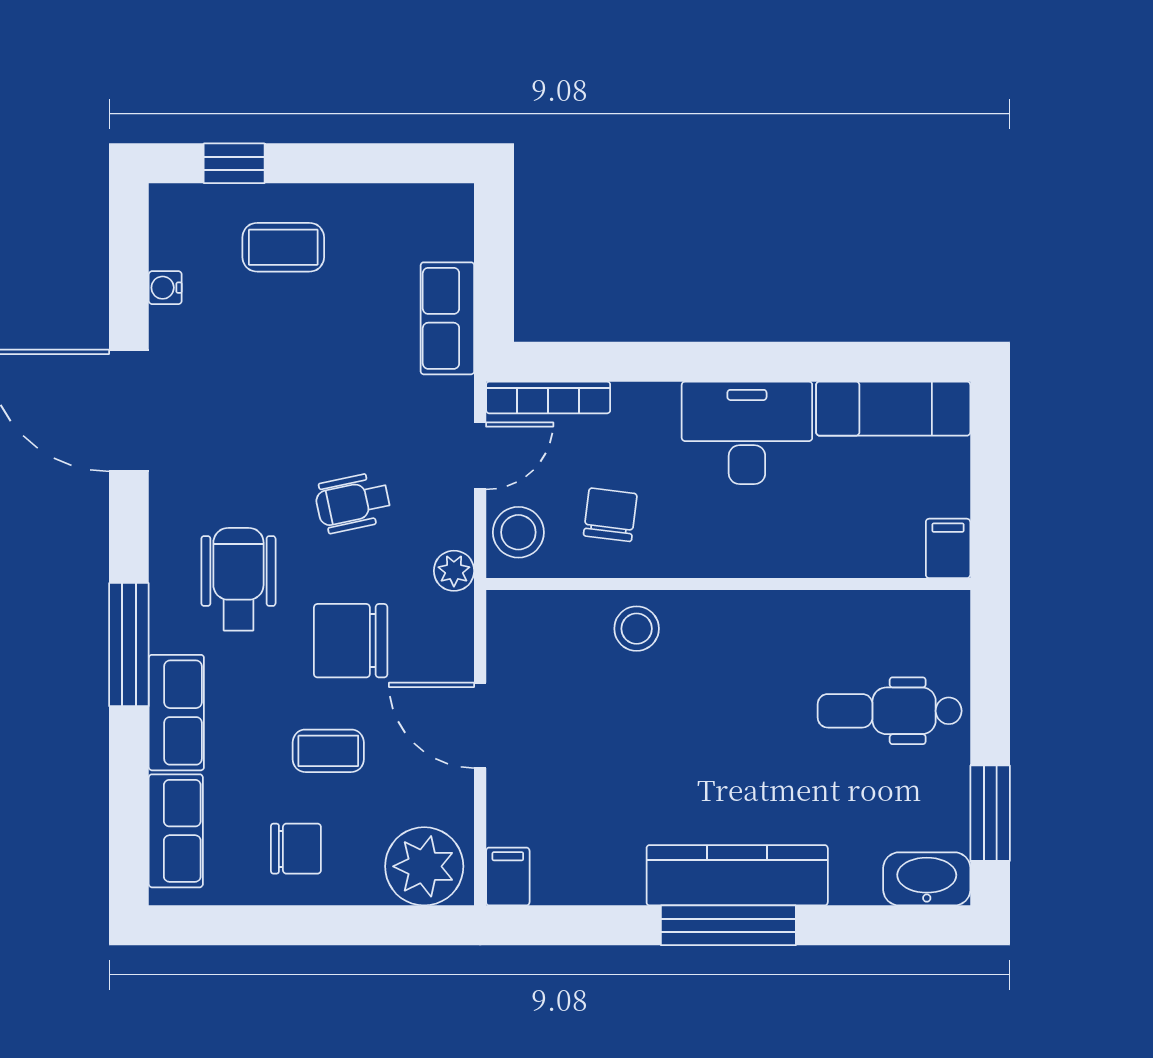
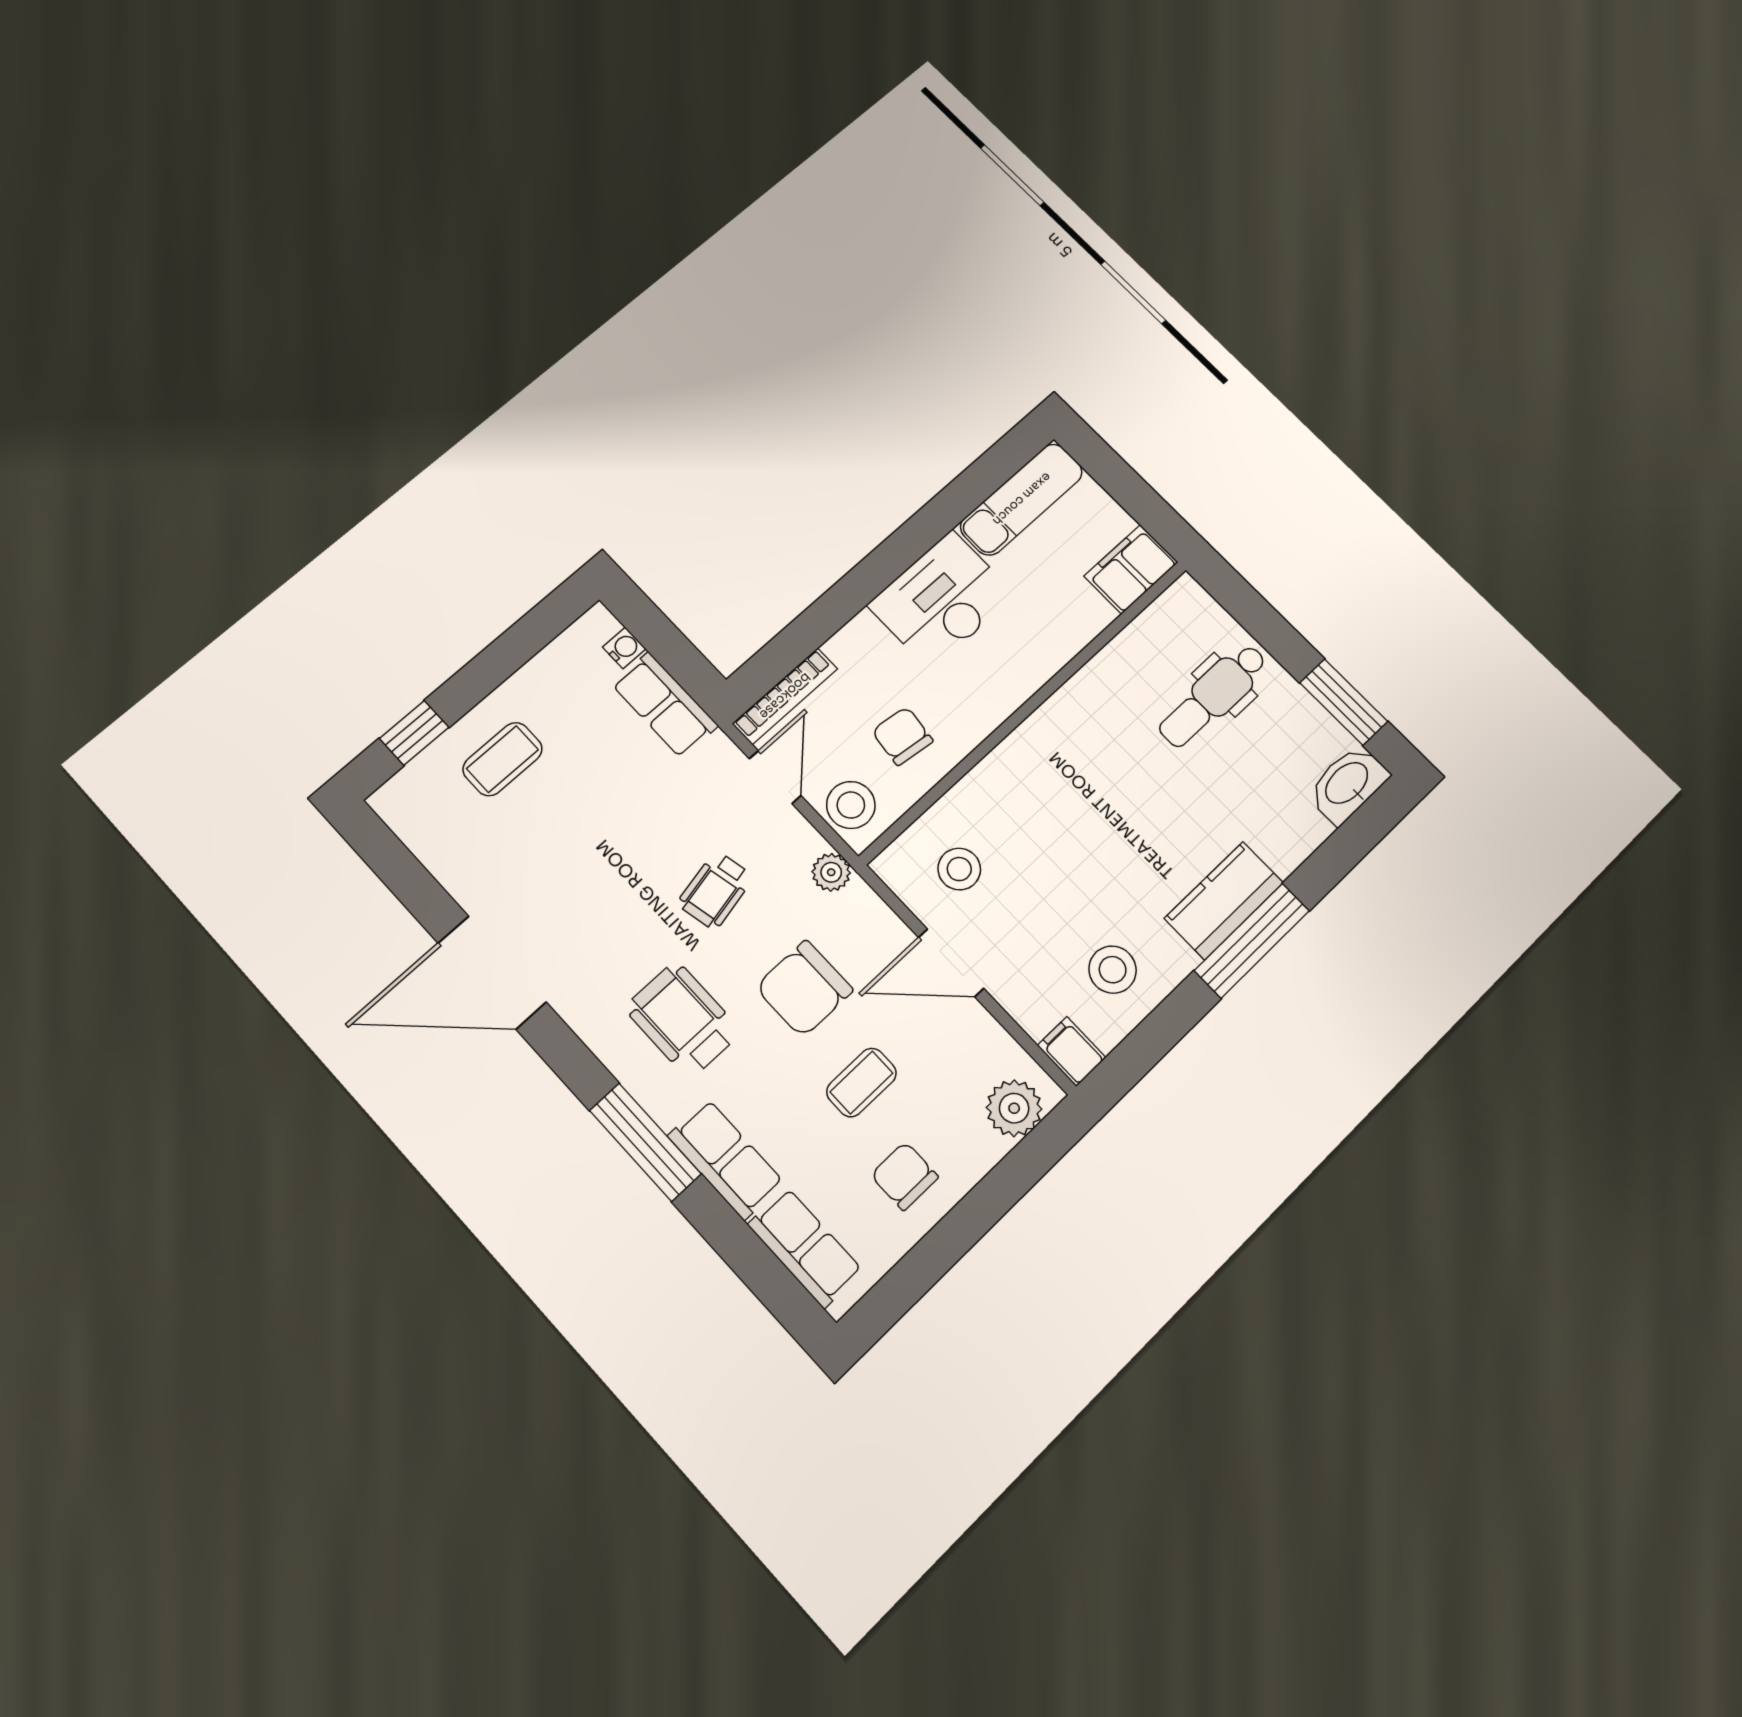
water cooler: (165, 288) -> (624, 648), moved, turned 180
filing cabinet: (948, 548) -> (1131, 569), width x2.00
stool: (637, 629) -> (959, 869), moved
stool: (599, 846) -> (1113, 970), added
chair: (296, 849) -> (904, 1176), turned -90
plant: (424, 866) -> (1014, 1108), width x0.73, depth x0.73
kitchen counter: (737, 875) -> (1224, 900), width x0.67

